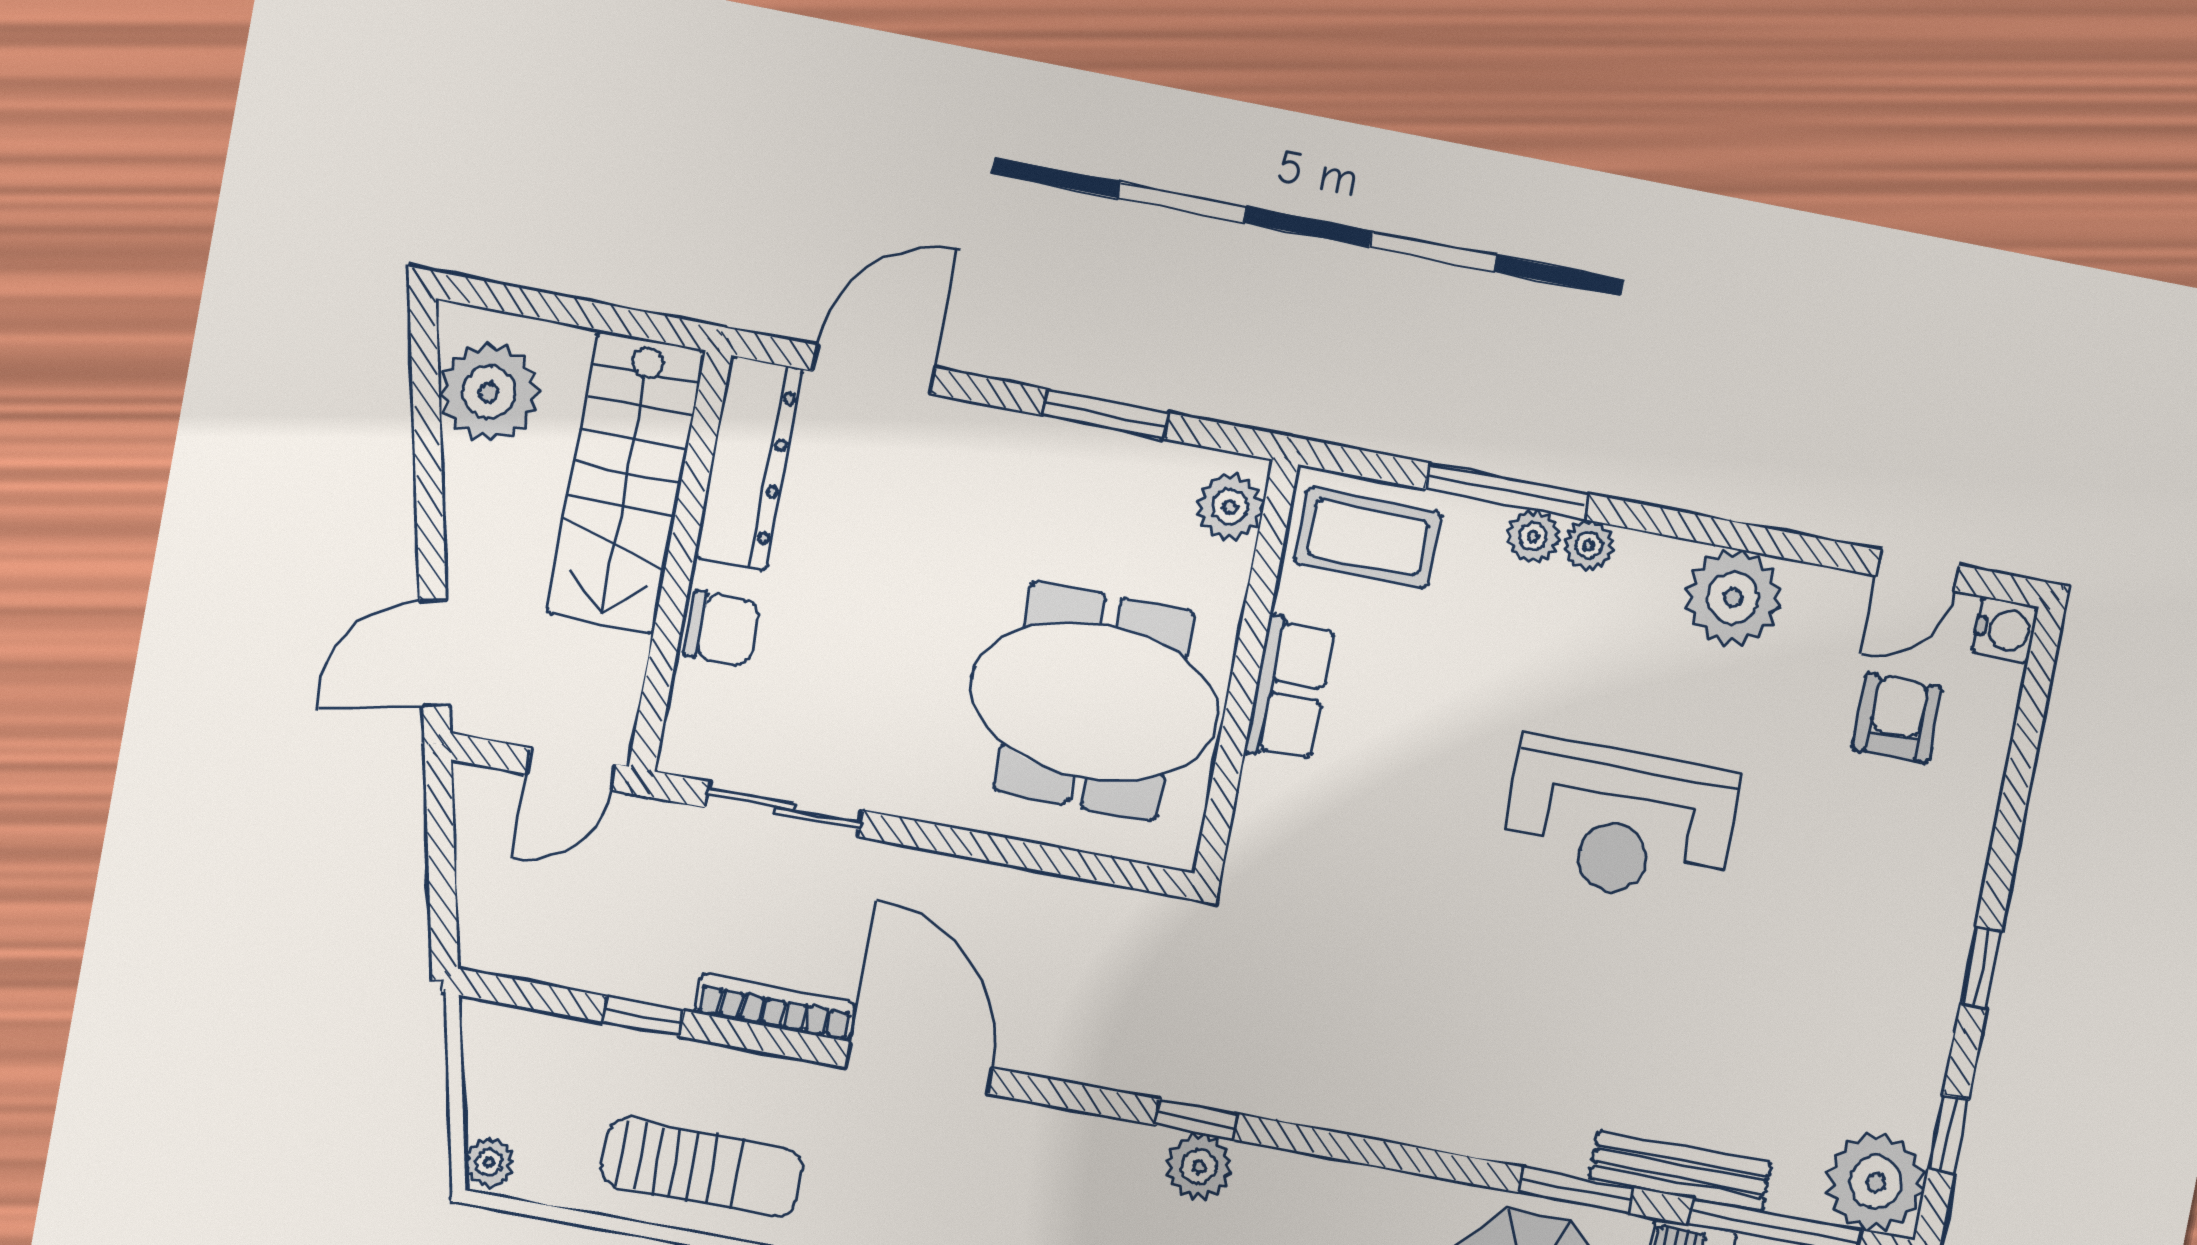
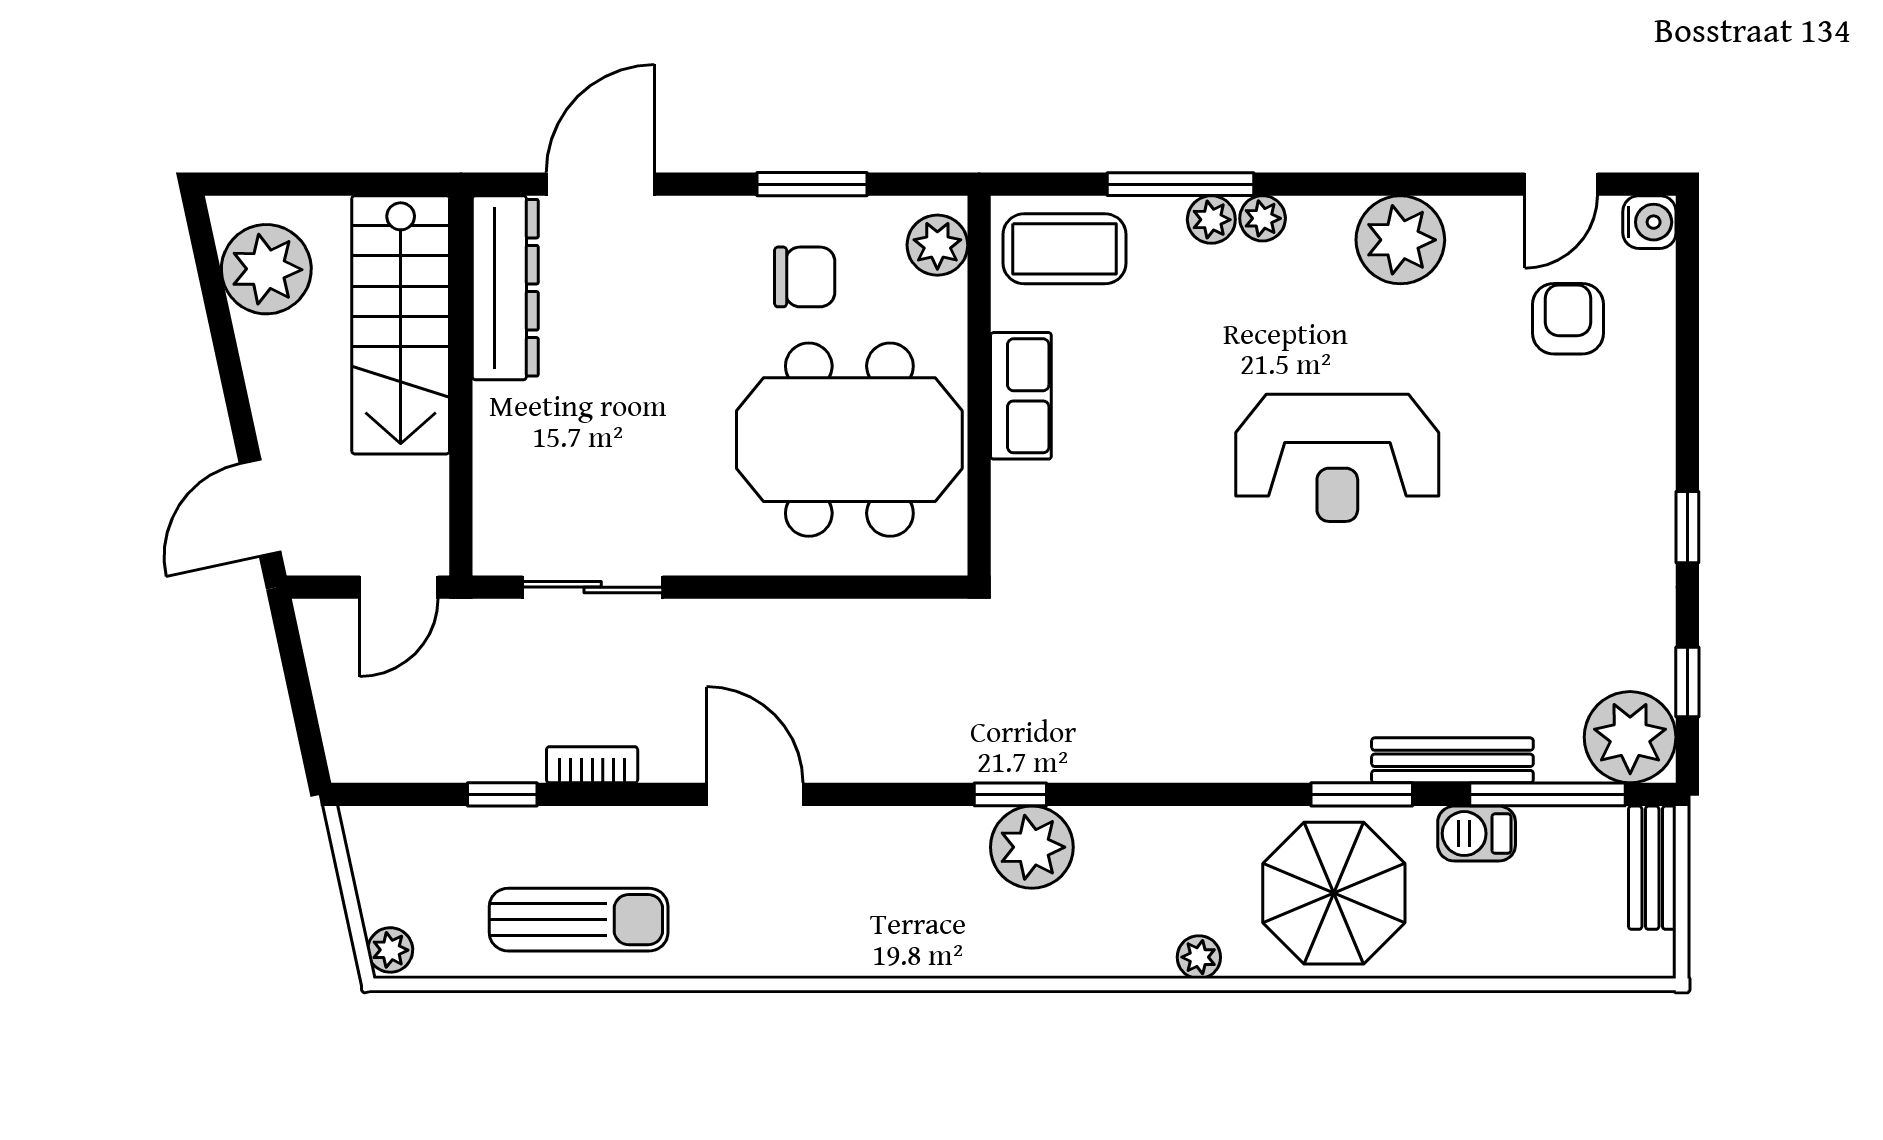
chair: (722, 629) -> (805, 277), moved
bookcase: (775, 1007) -> (592, 765), width x0.64
door: (919, 1068) -> (755, 794), width x0.73
plant: (1199, 1167) -> (1032, 847), width x1.36, depth x1.36

